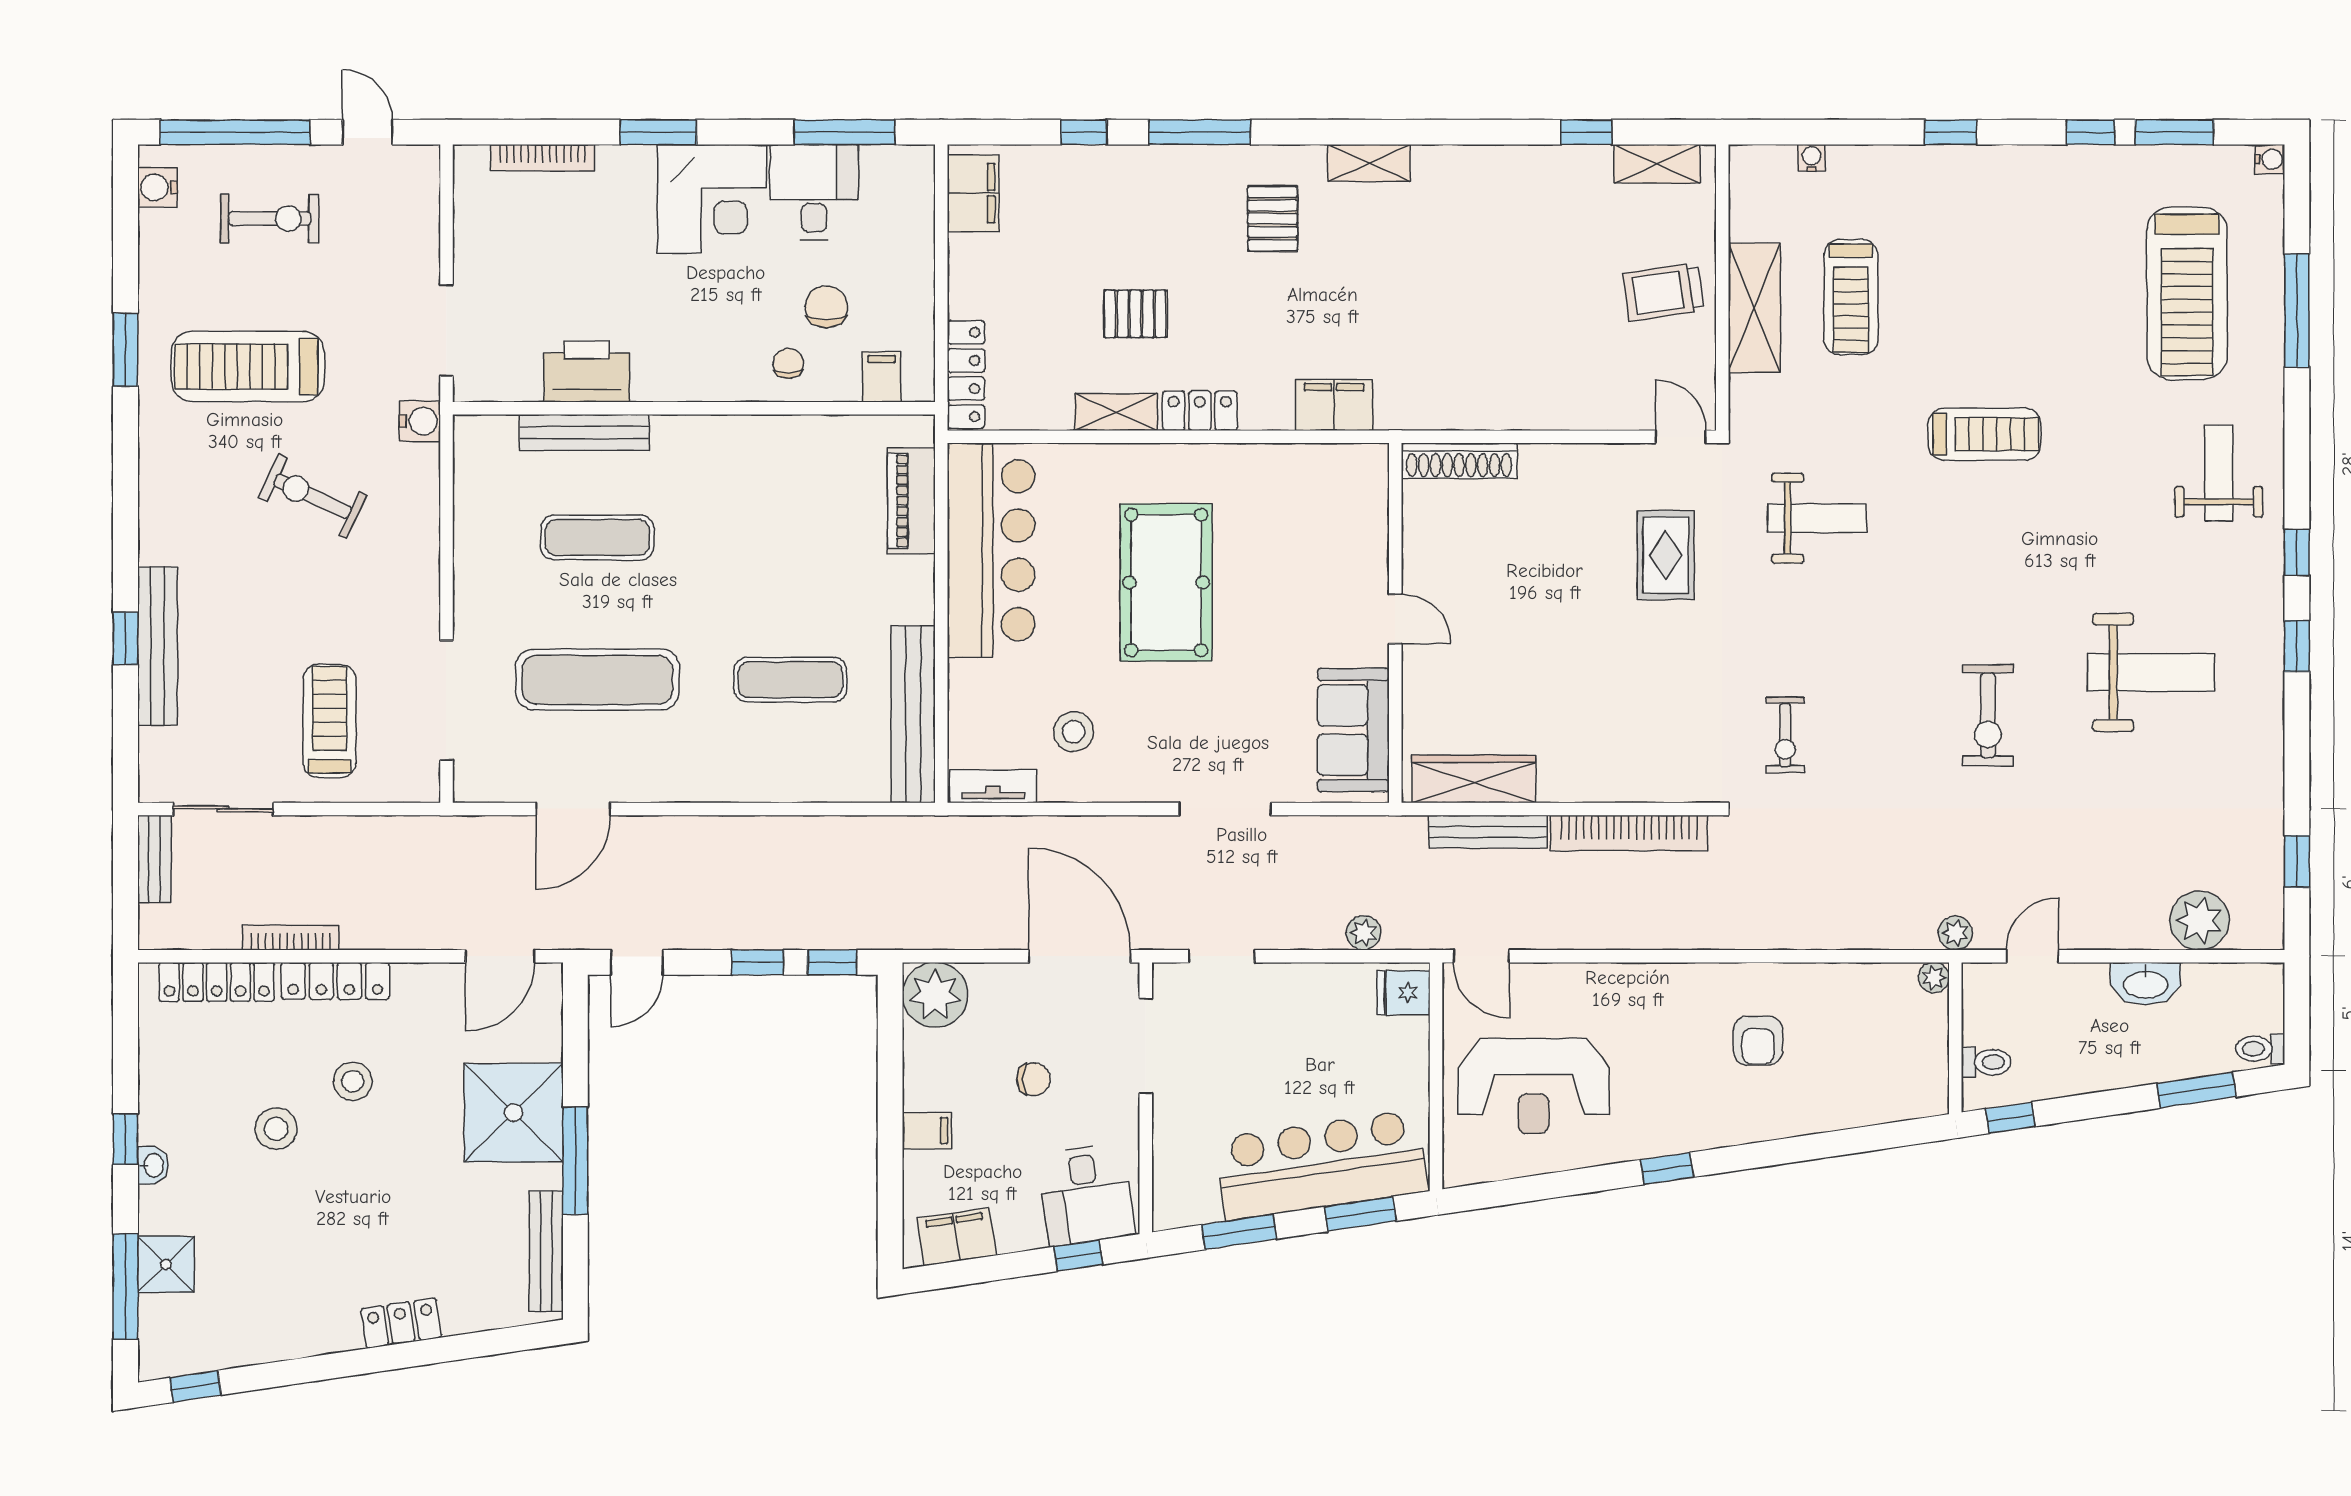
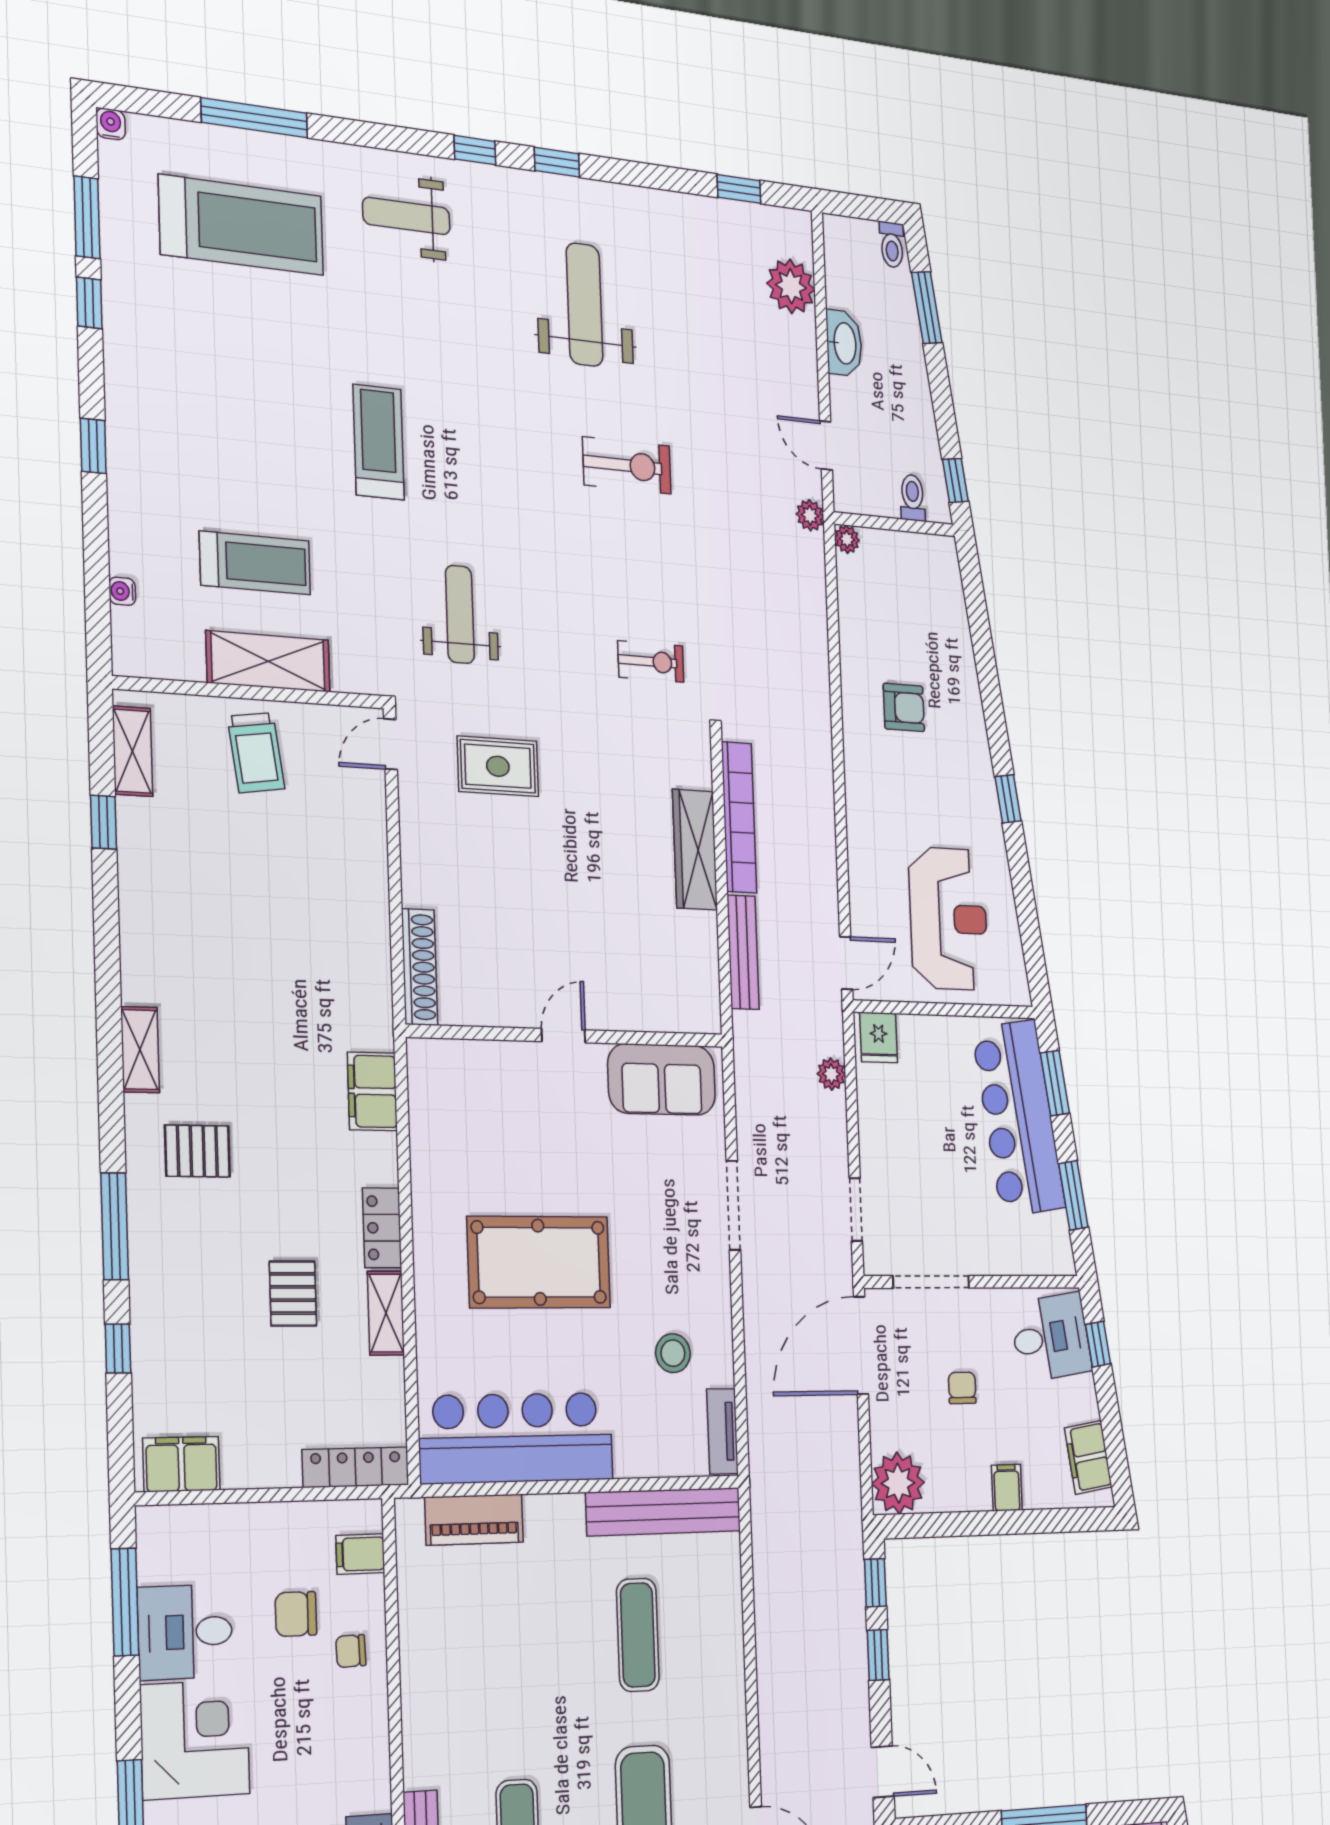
wardrobe: (1474, 779) -> (695, 850), moved

